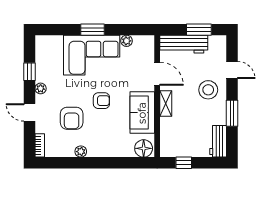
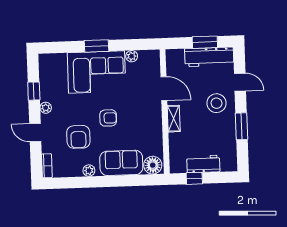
workbench: (184, 44) -> (209, 57), moved
sofa: (142, 113) -> (121, 163), moved, turned 90
workbench: (218, 141) -> (203, 164), moved, turned 90

